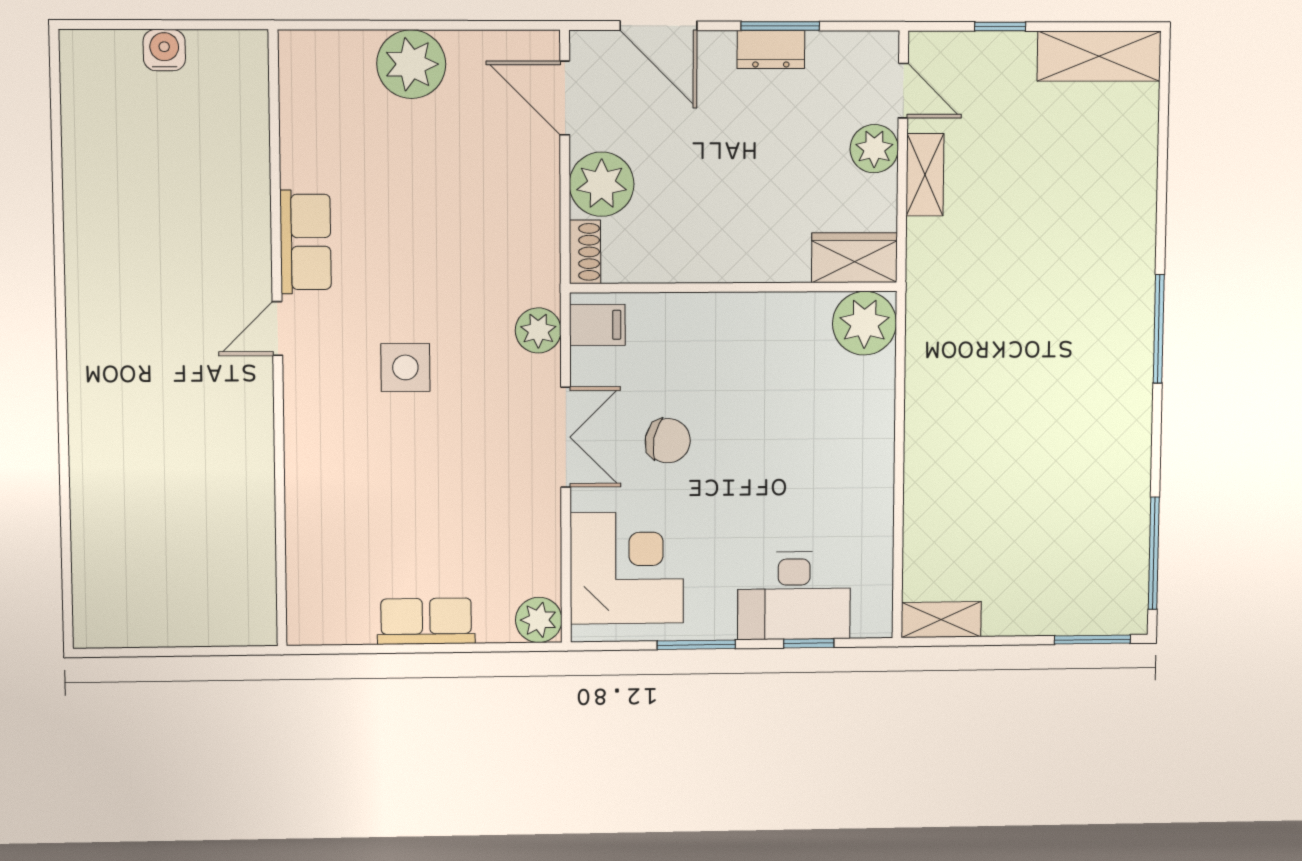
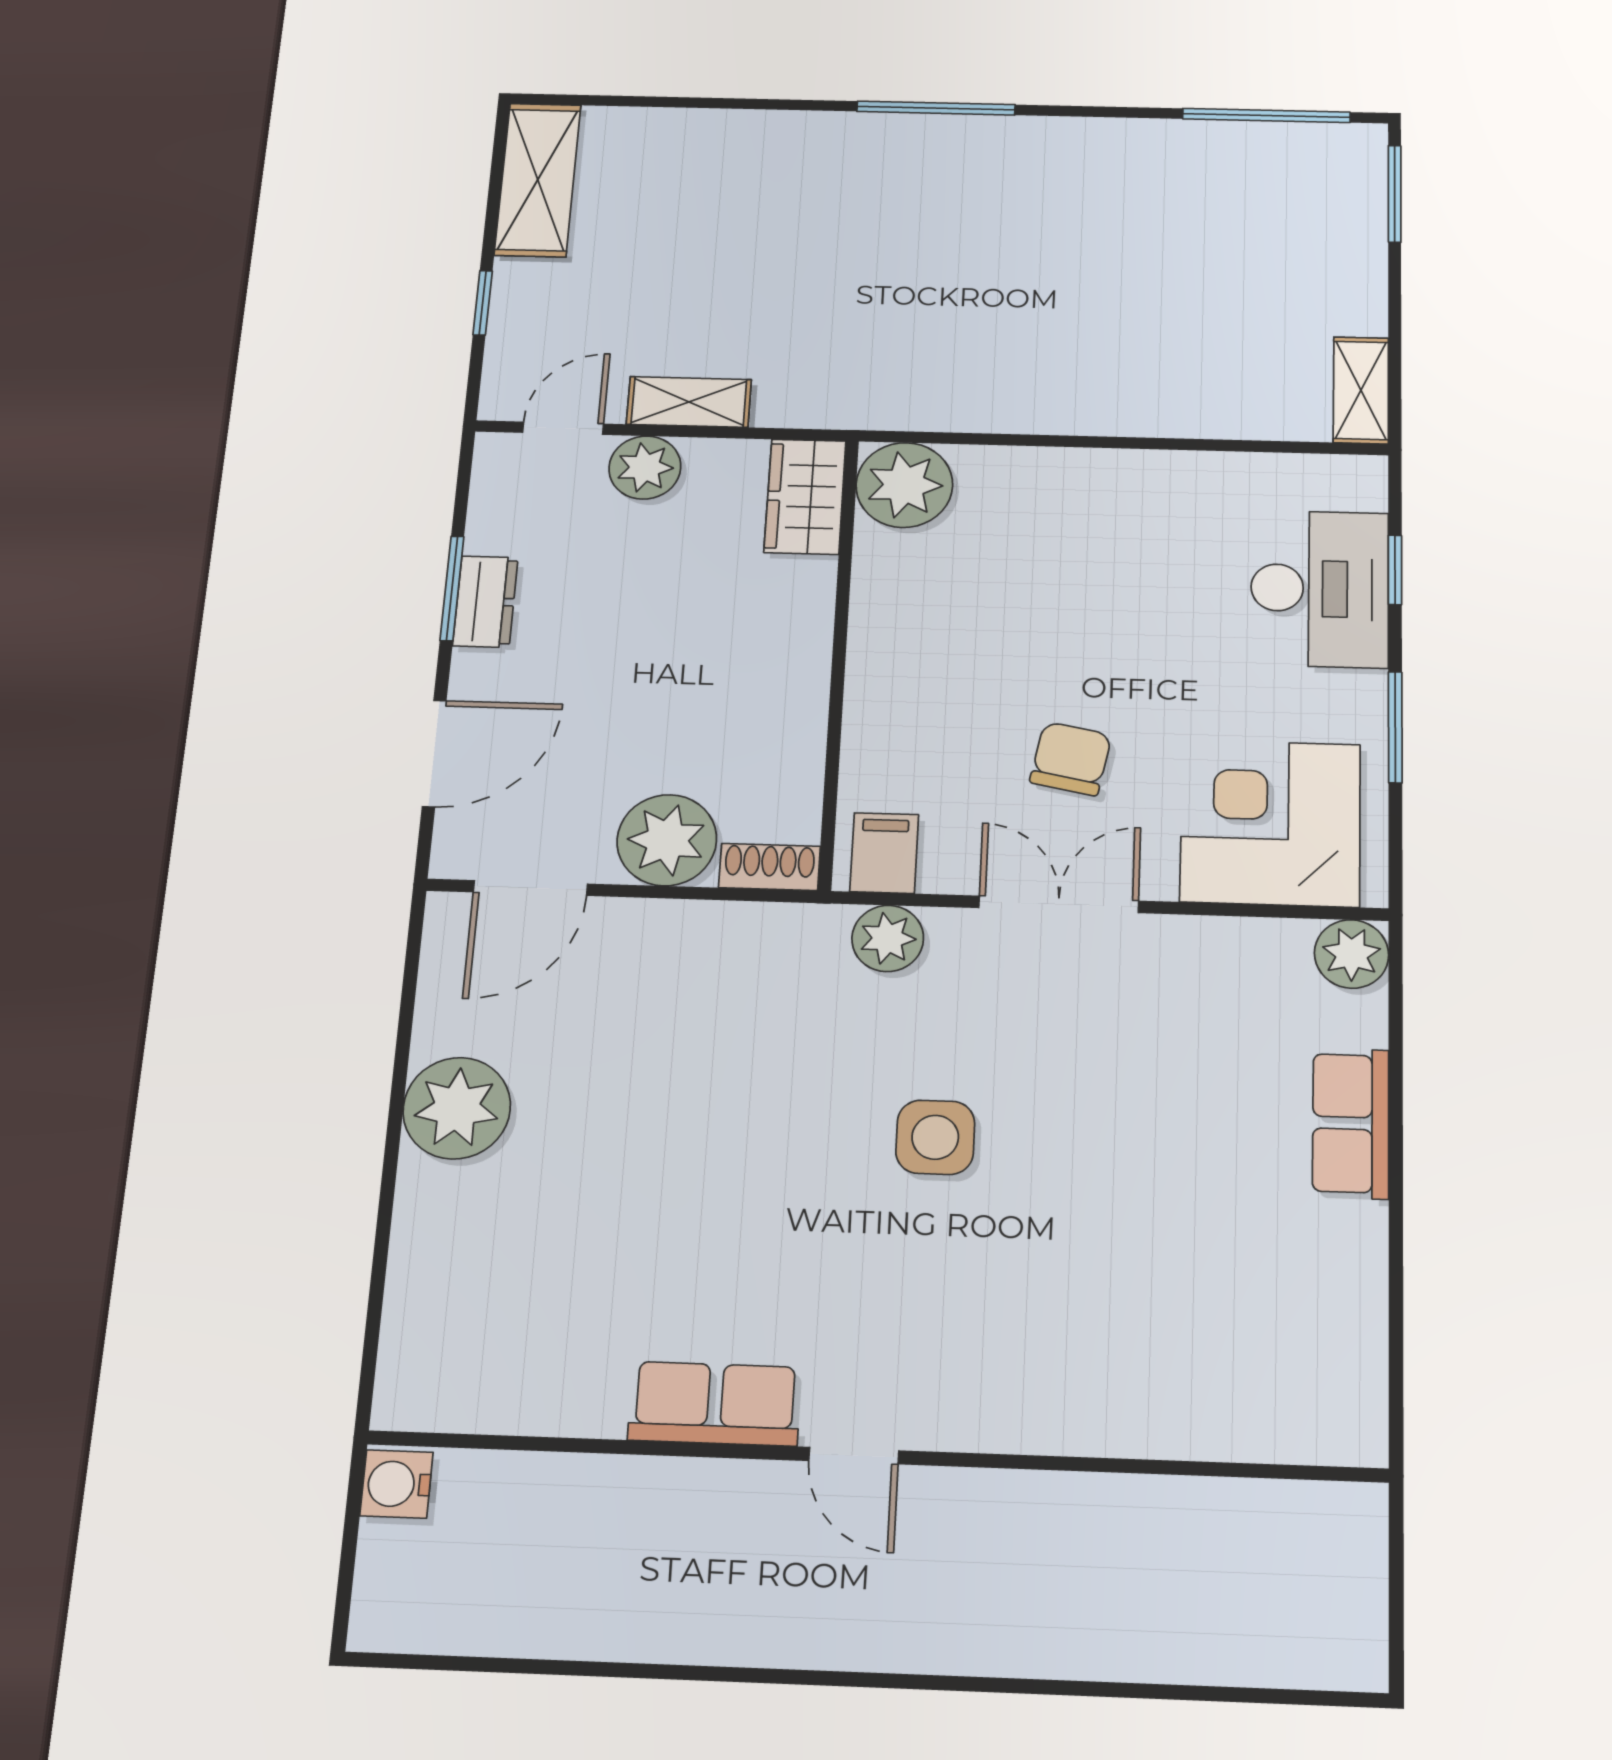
row of seats: (306, 242) -> (715, 1404), moved
door: (277, 329) -> (854, 1456), moved
wall: (278, 342) -> (875, 1456), moved

